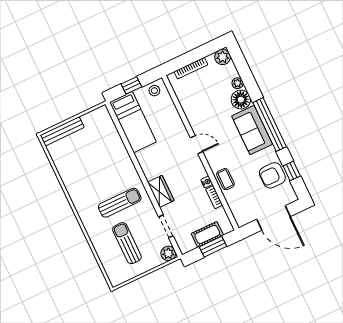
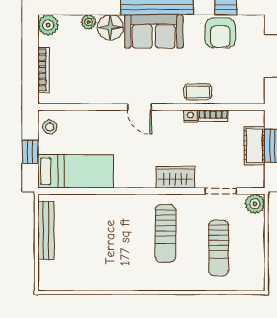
bench: (62, 131) -> (46, 230), moved
door: (196, 145) -> (139, 107), swing flipped
sun lounger: (120, 203) -> (165, 233), turned 180
sun lounger: (127, 243) -> (219, 248), turned -90

